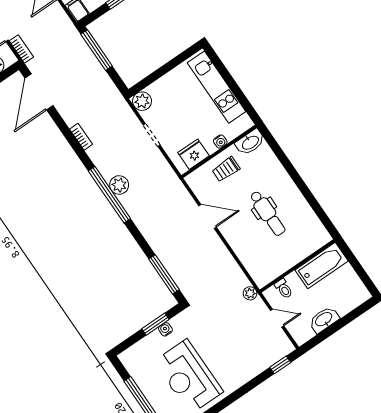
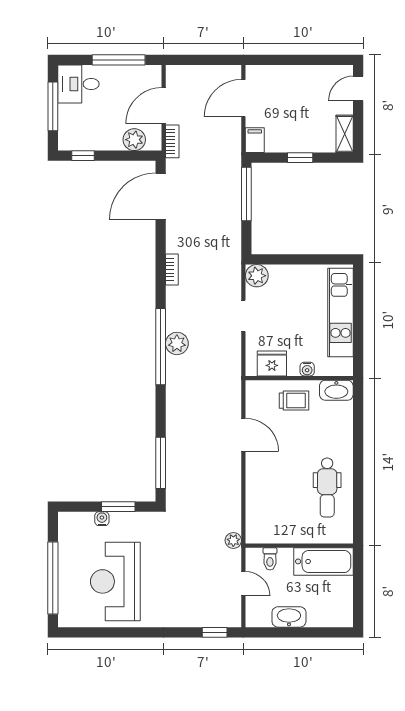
trolley: (226, 169) -> (294, 401), turned 180
dental chair: (268, 213) -> (327, 488), moved
water cooler: (165, 329) -> (102, 519), moved

